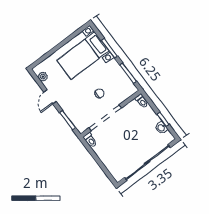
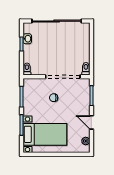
door: (50, 97) -> (91, 122), swing flipped

